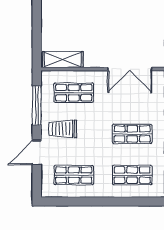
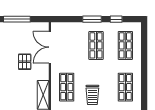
pallet: (109, 34) -> (25, 62), added
double door: (130, 69) -> (50, 47), swing flipped

